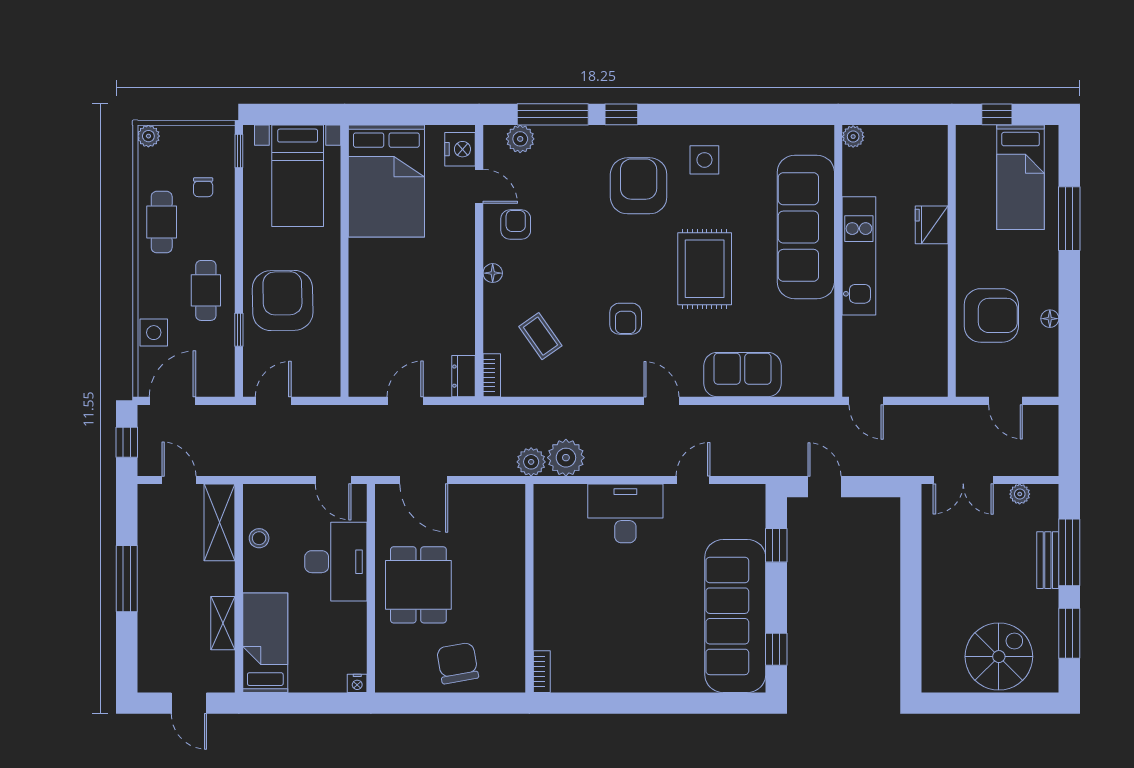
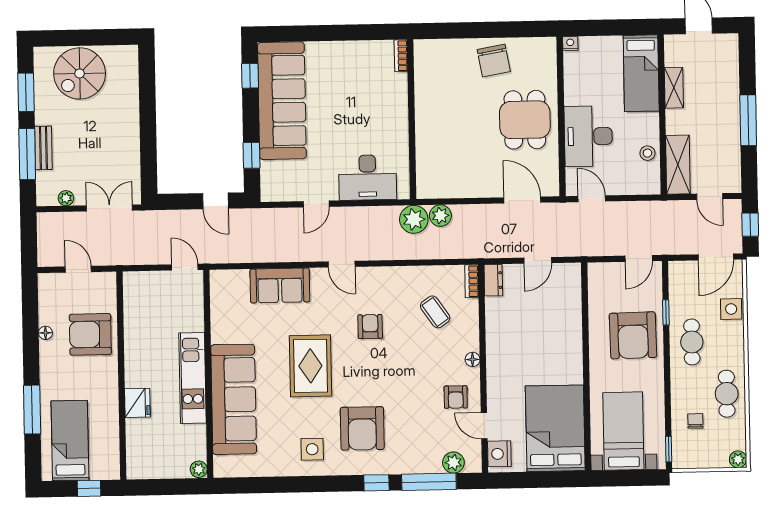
wall: (529, 588) -> (412, 119), moved
bookcase: (542, 672) -> (401, 56), moved

